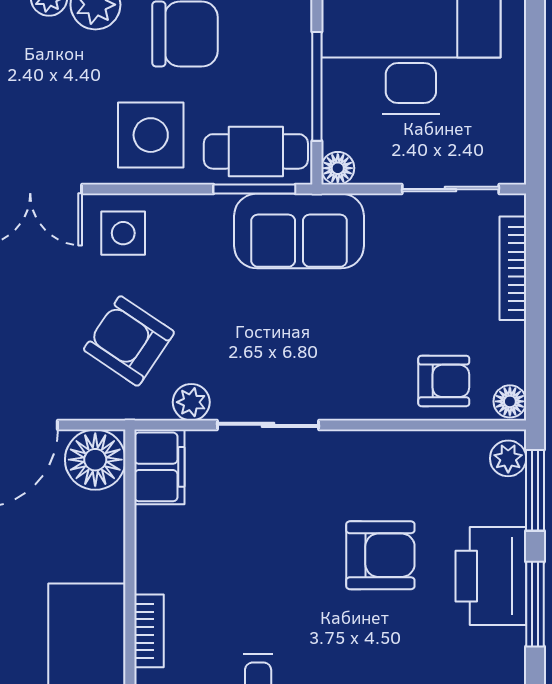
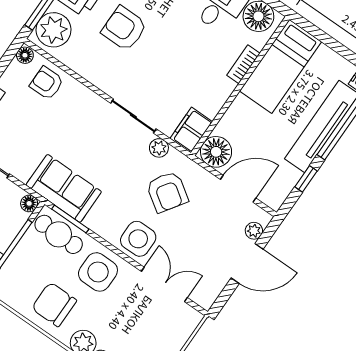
side table: (123, 233) -> (138, 239), width x1.37, depth x1.37
plant: (508, 458) -> (54, 30), width x1.87, depth x1.87

